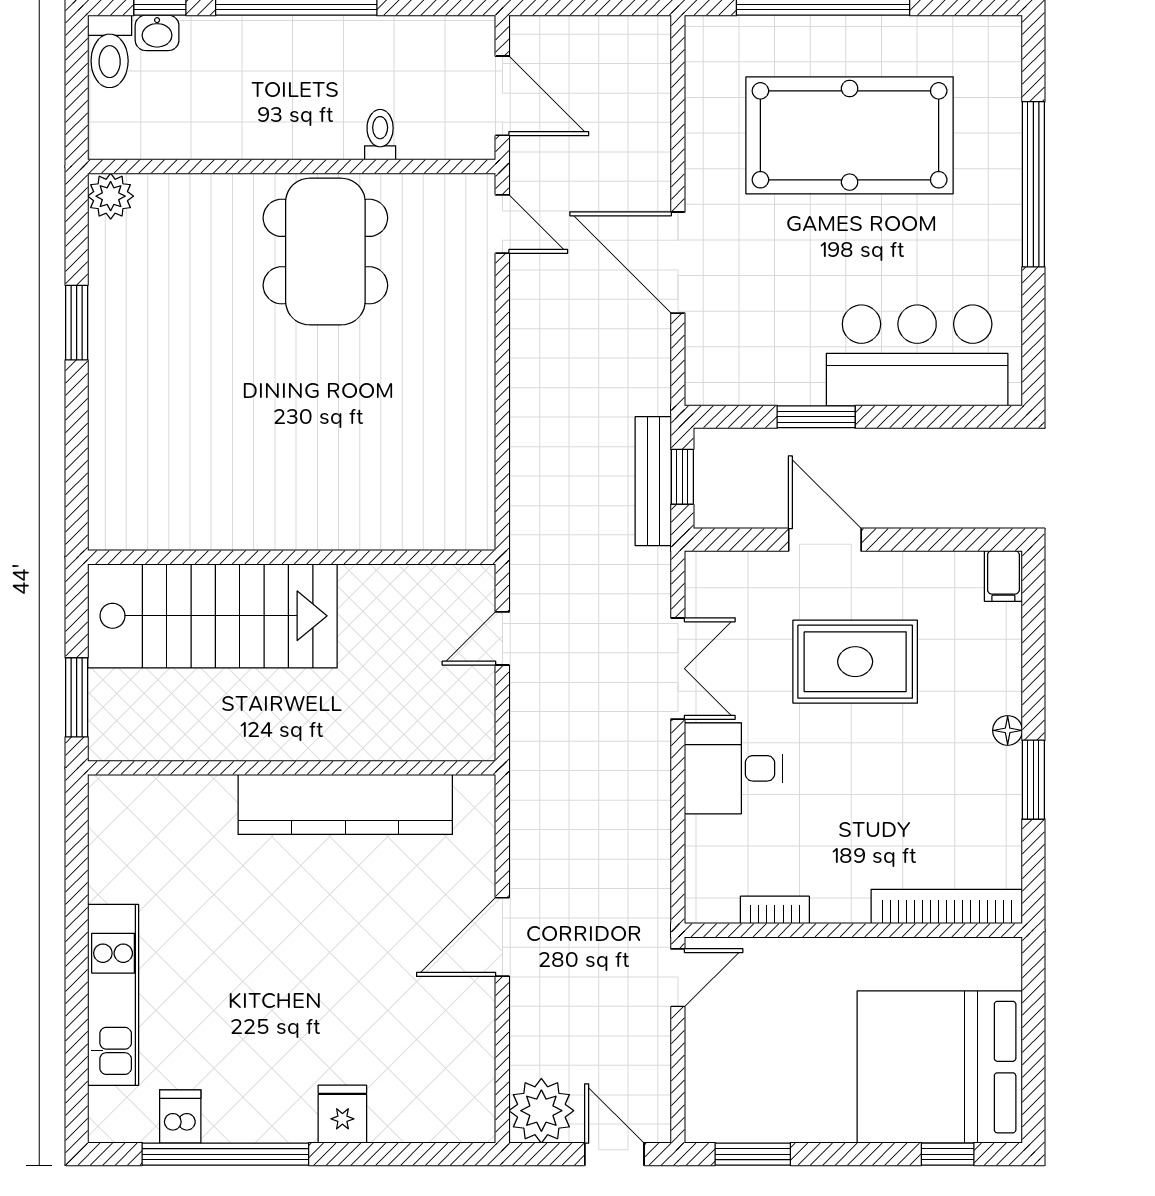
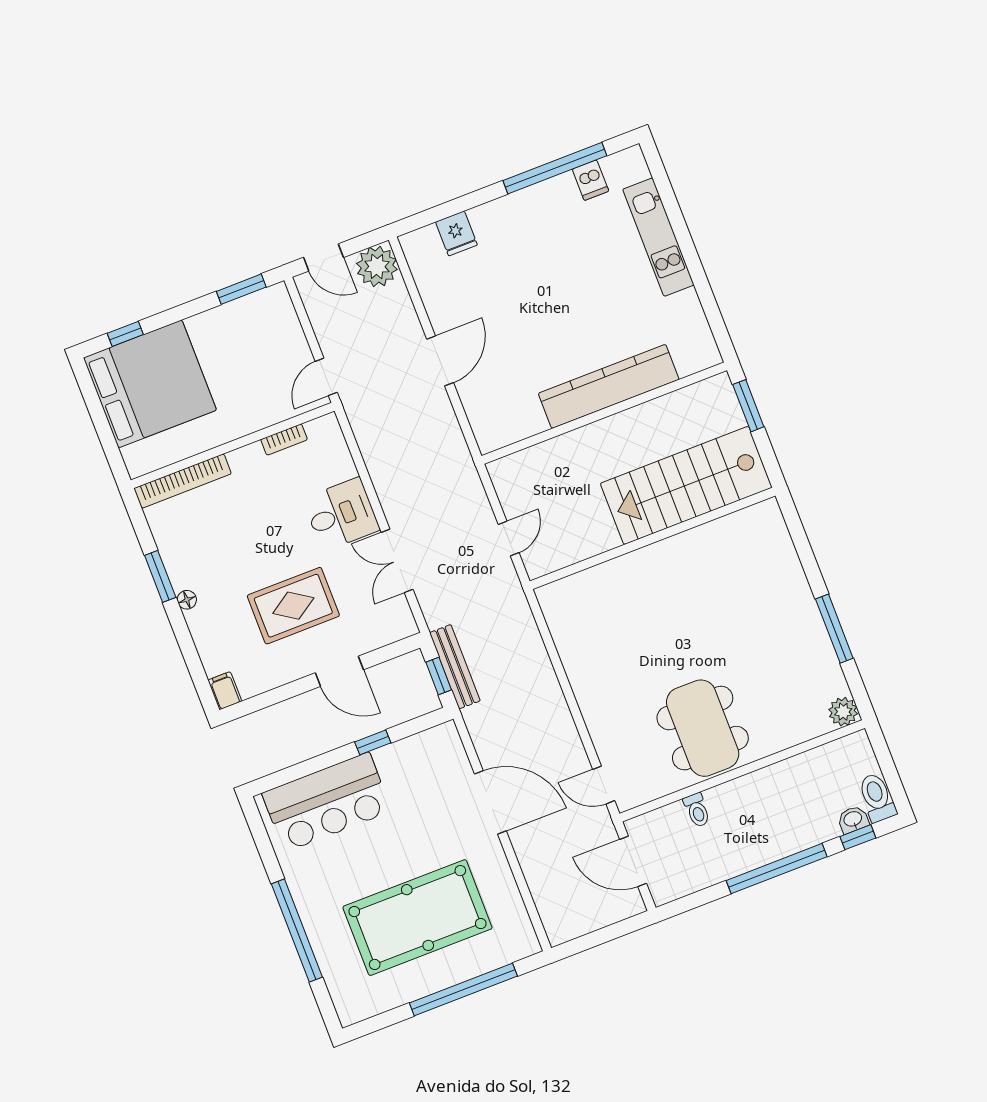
window: (77, 323) -> (834, 629), width x1.44
window: (816, 417) -> (373, 742), width x0.67
kitchen counter: (345, 804) -> (609, 386), moved
fridge: (342, 1114) -> (456, 233), moved

